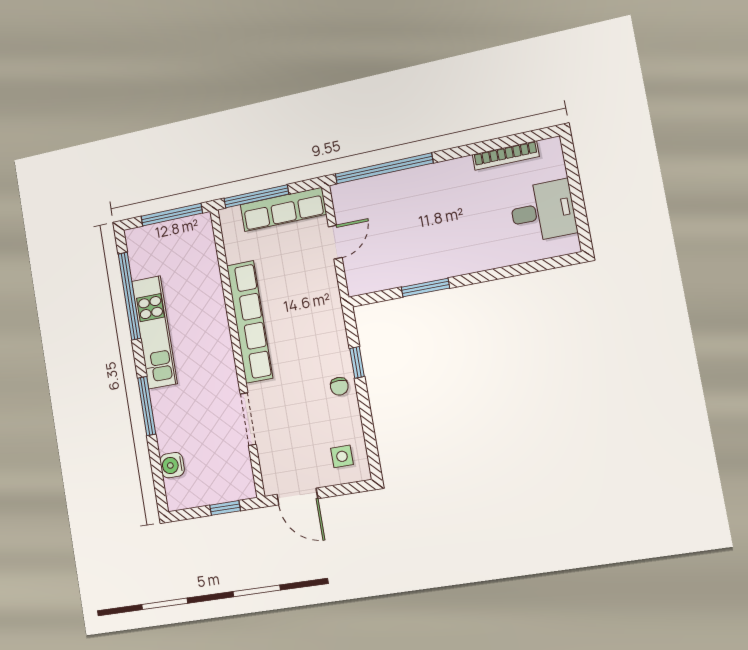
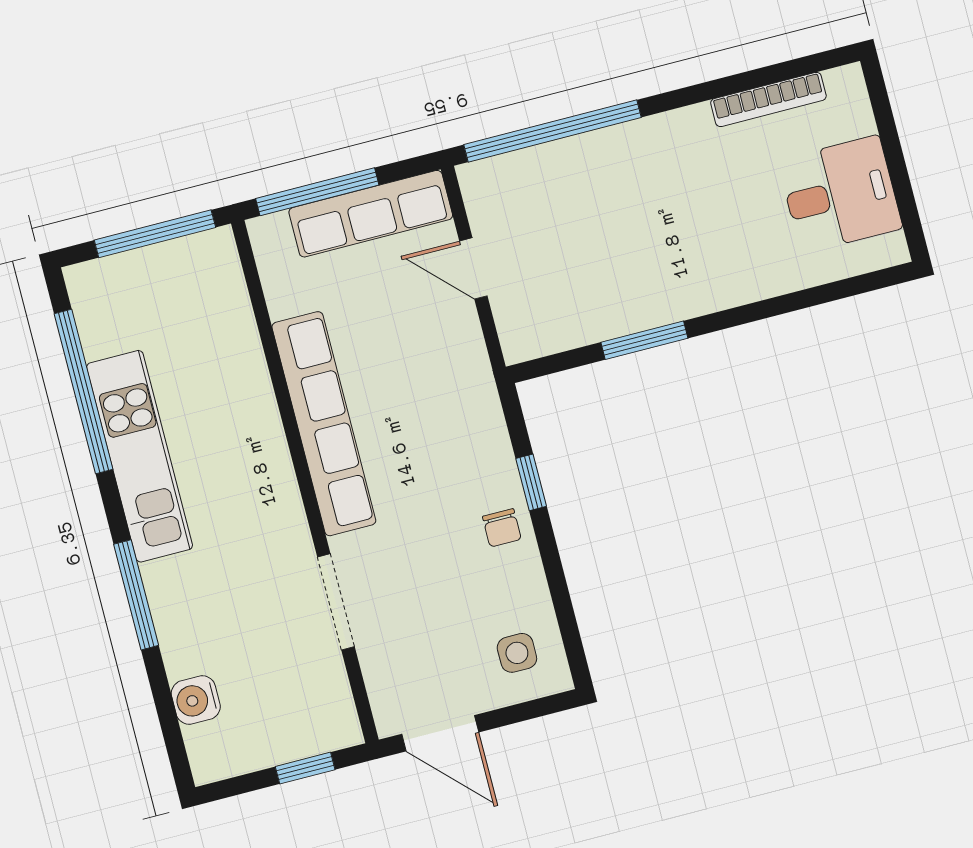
door: (335, 242) -> (473, 268), swing flipped

